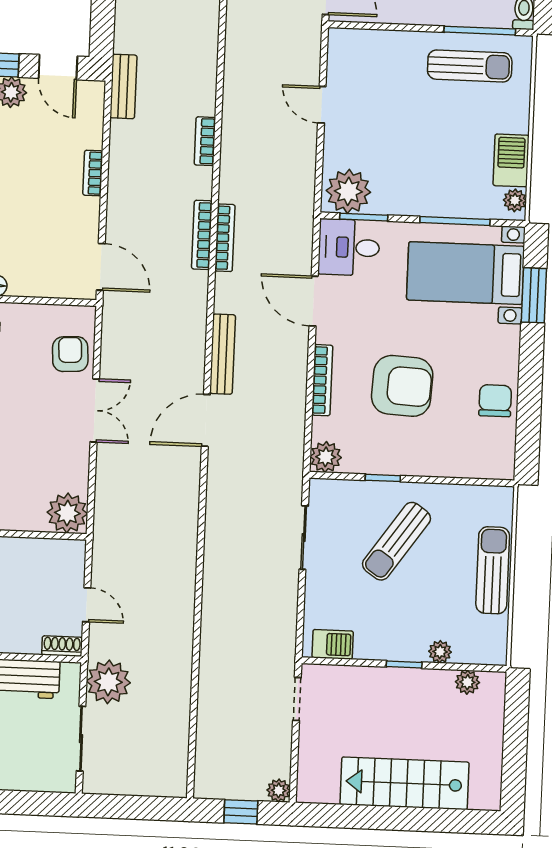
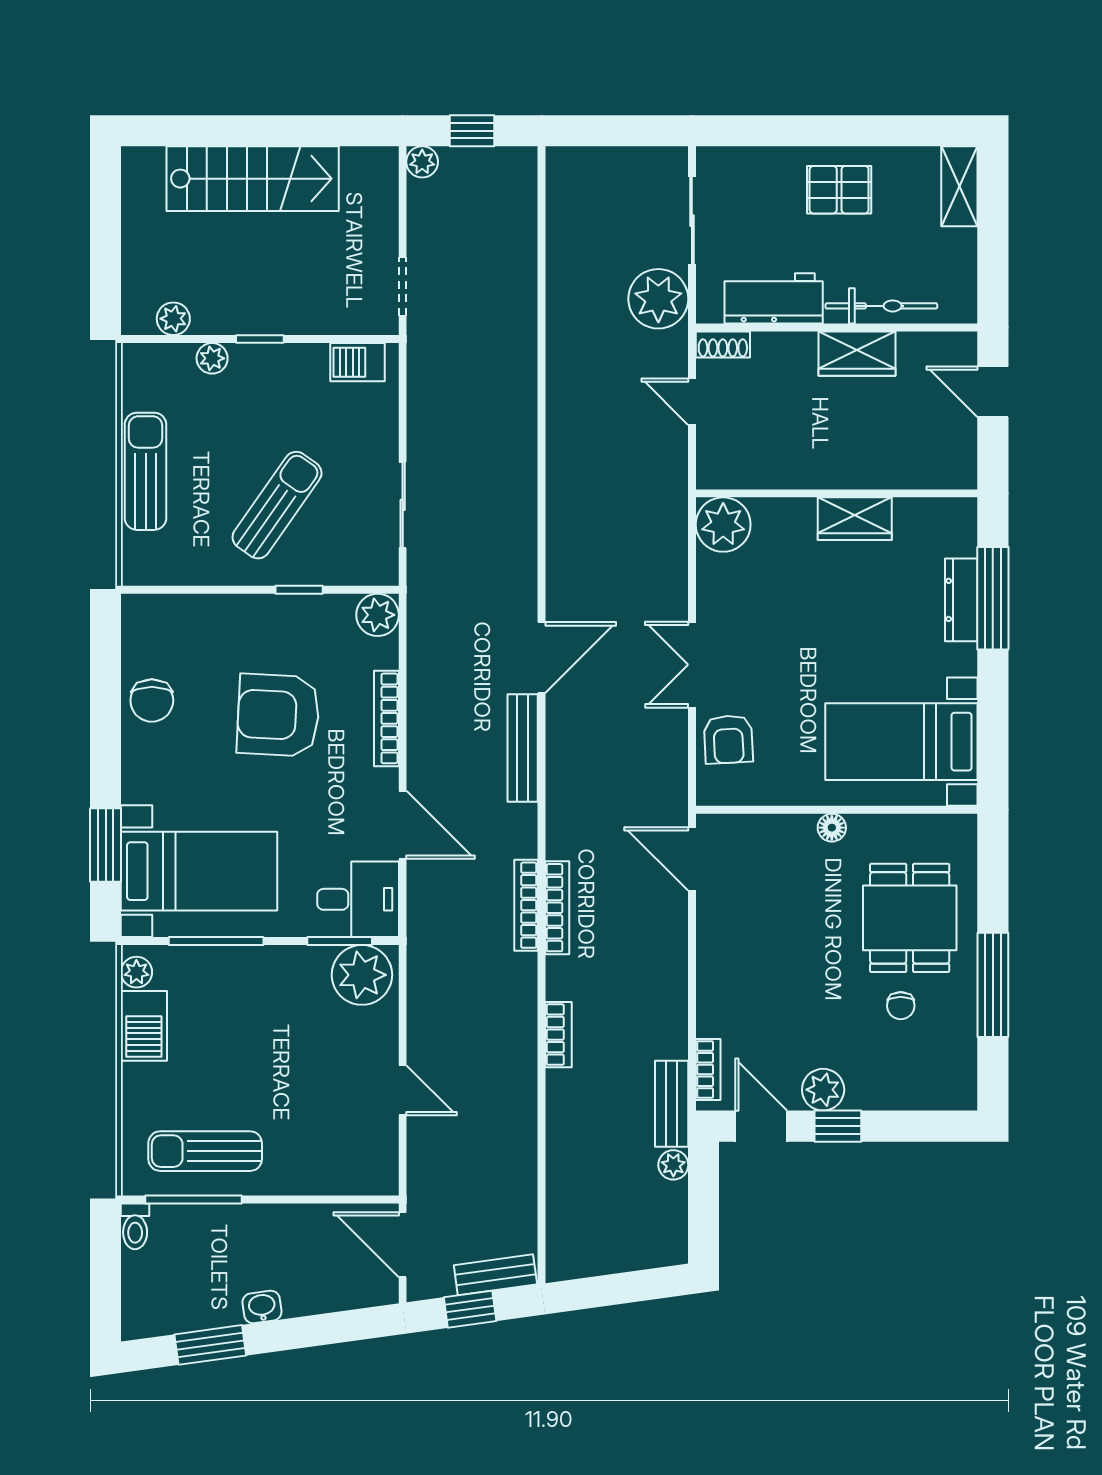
plant: (124, 41) -> (673, 1165), added
bookcase: (93, 173) -> (708, 1069), moved
sun lounger: (493, 570) -> (146, 471), turned 180

